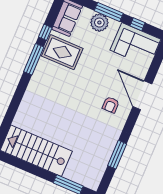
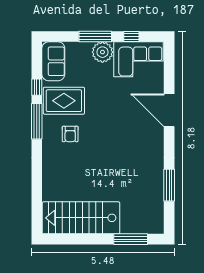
plant: (99, 23) -> (102, 52), moved
armchair: (111, 105) -> (70, 134), moved

